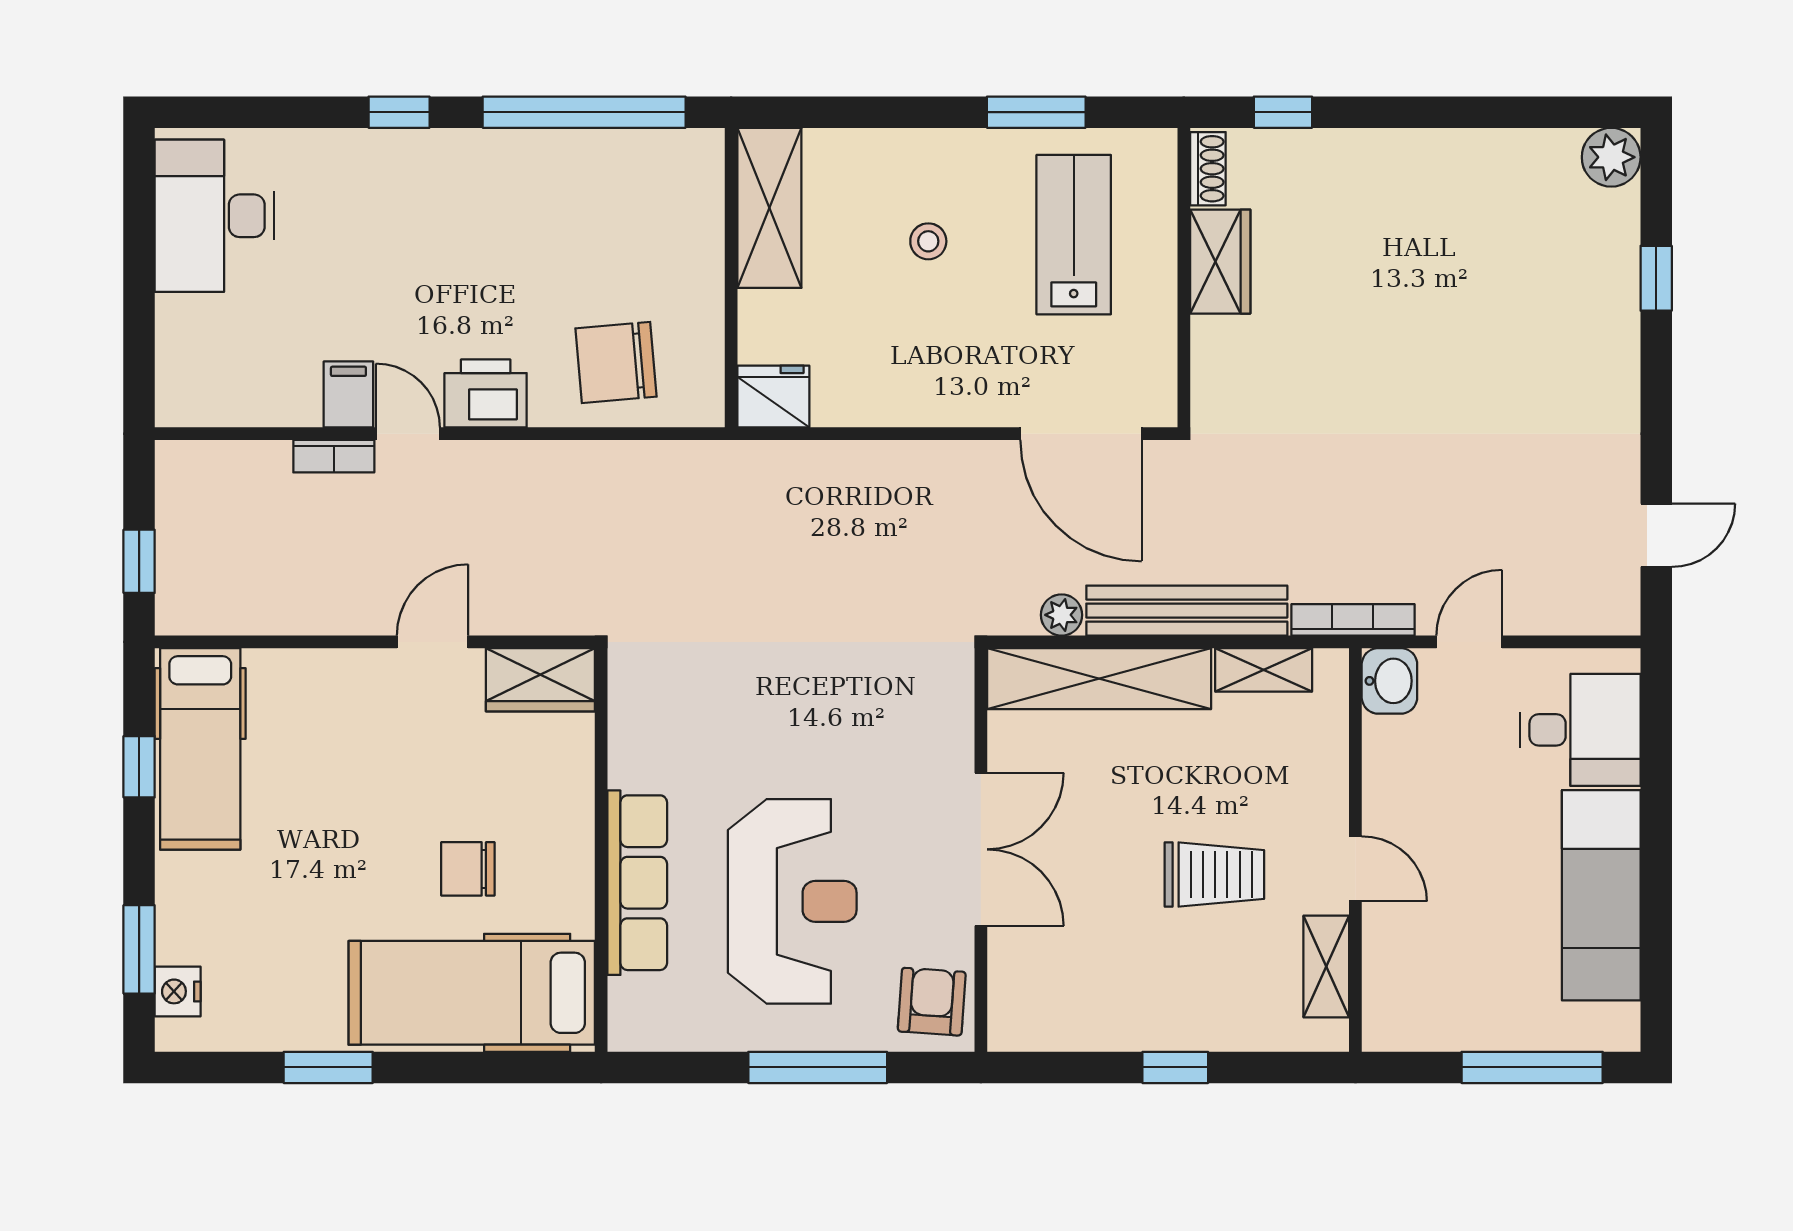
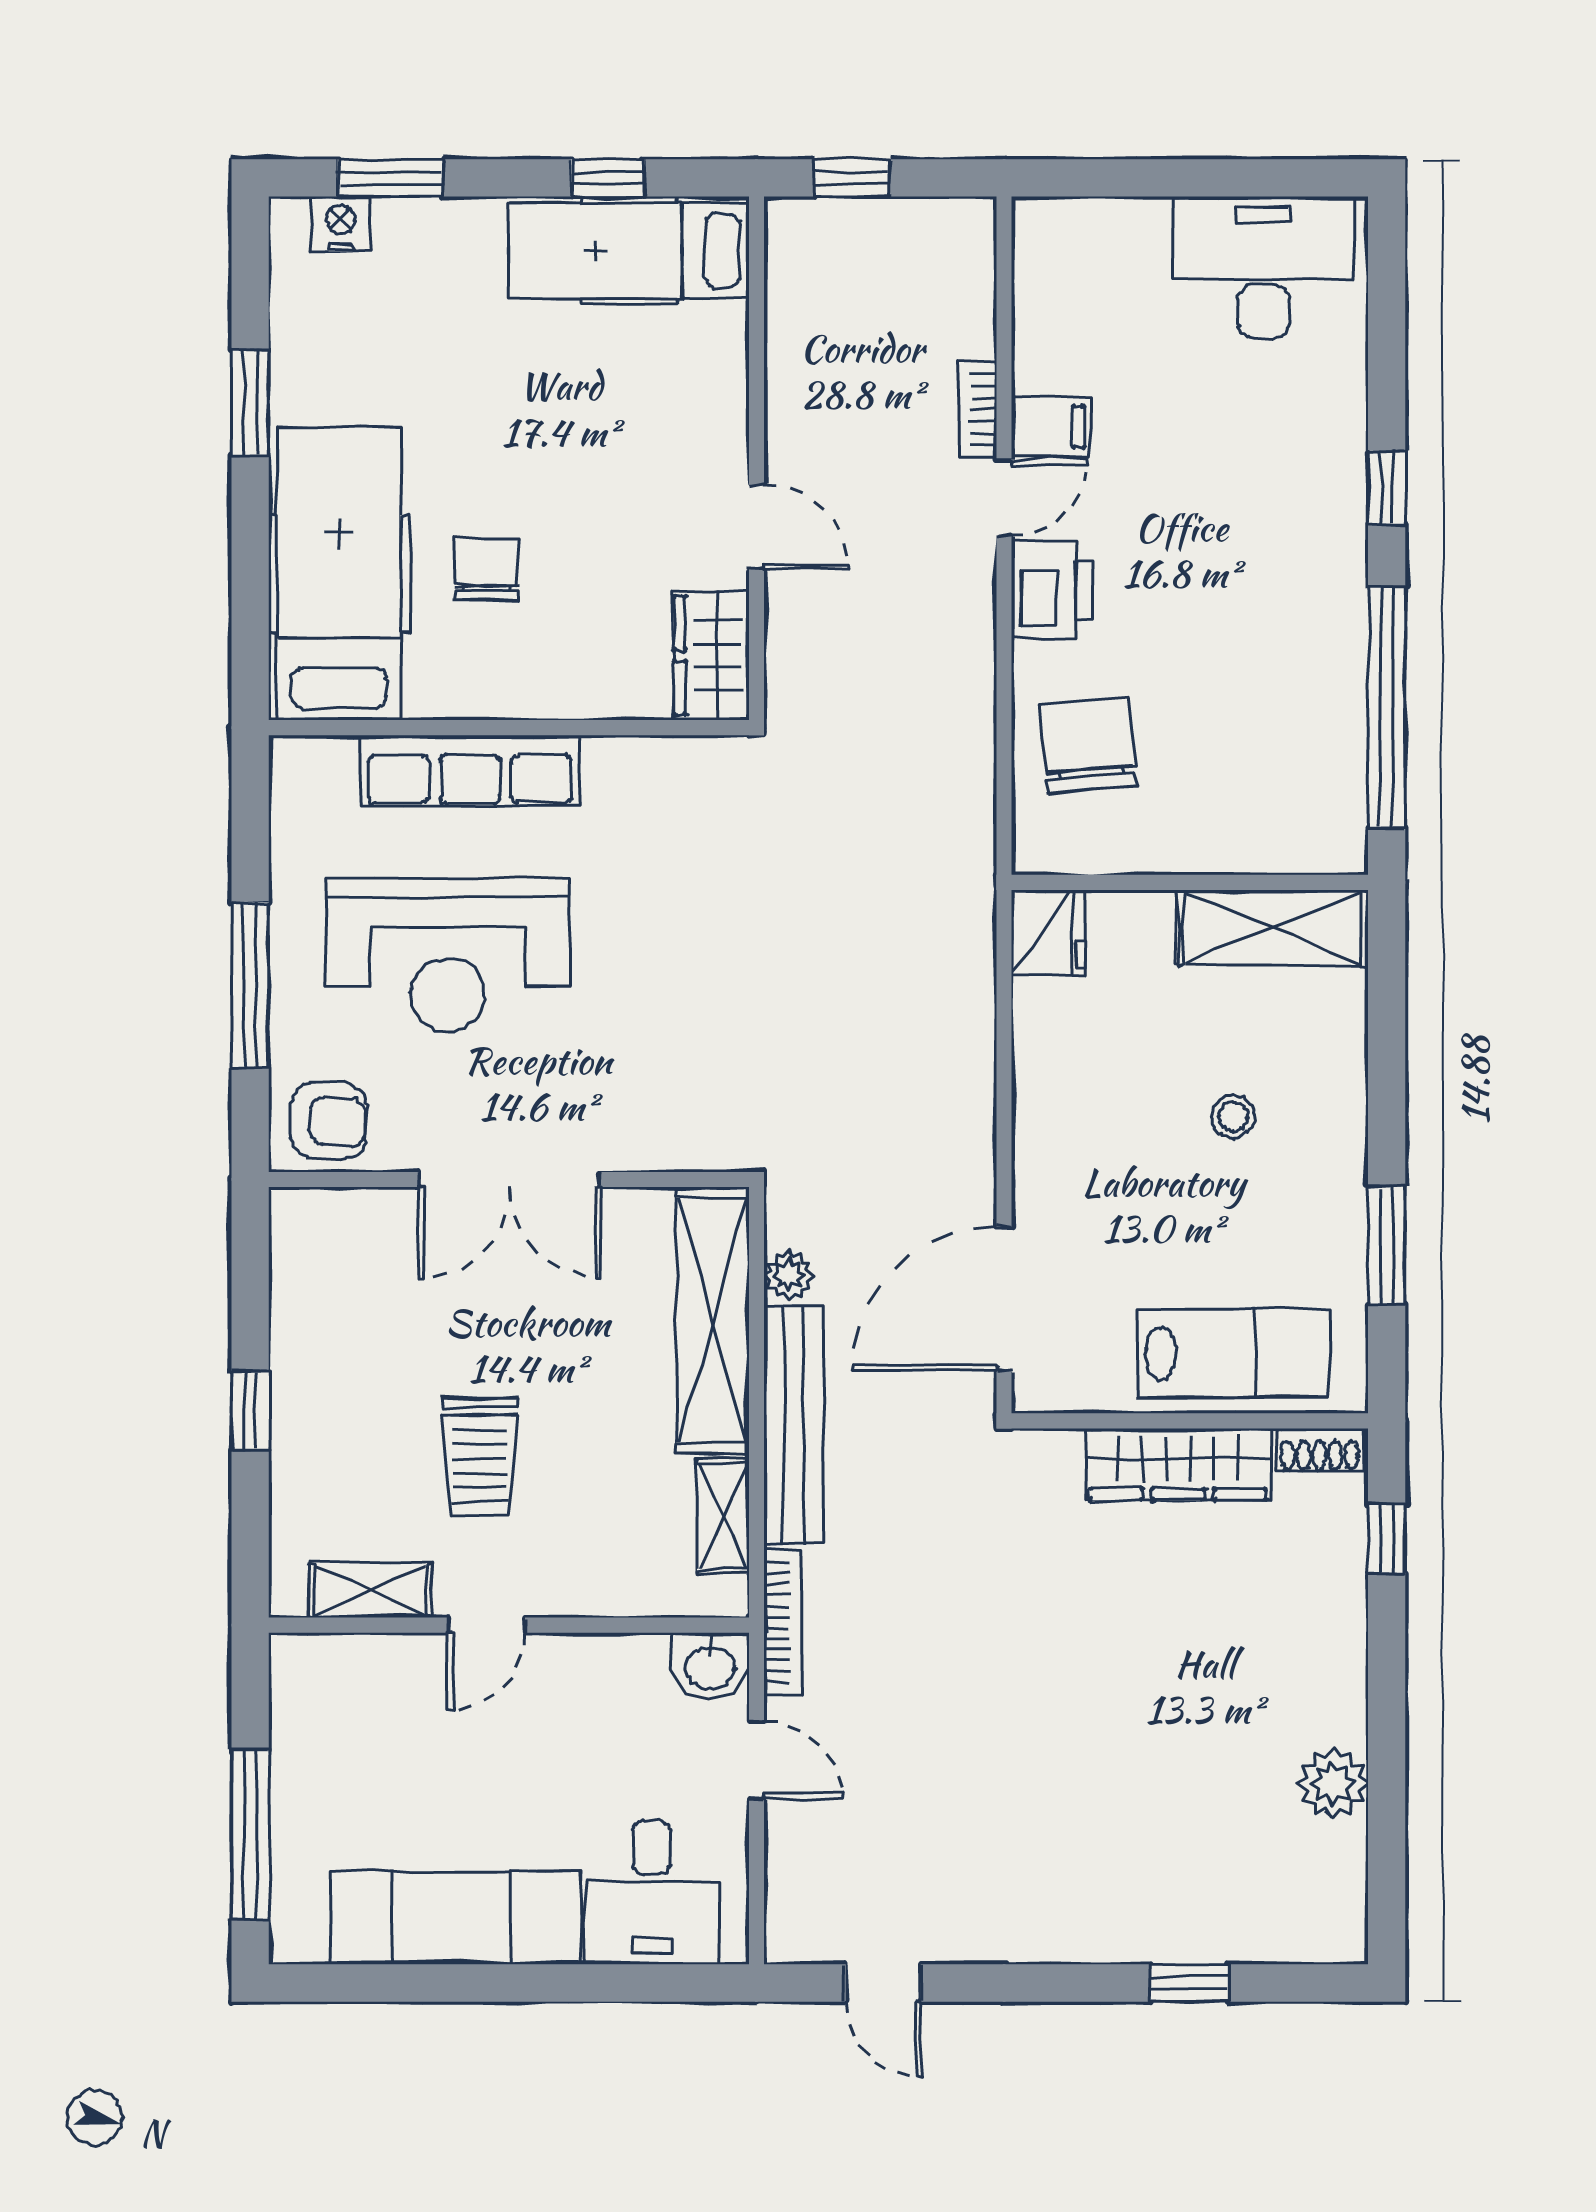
plant: (1611, 157) -> (1333, 1784), moved
lab bench: (1074, 235) -> (1233, 1353), moved
wardrobe: (1220, 262) -> (1178, 1464), width x1.50

